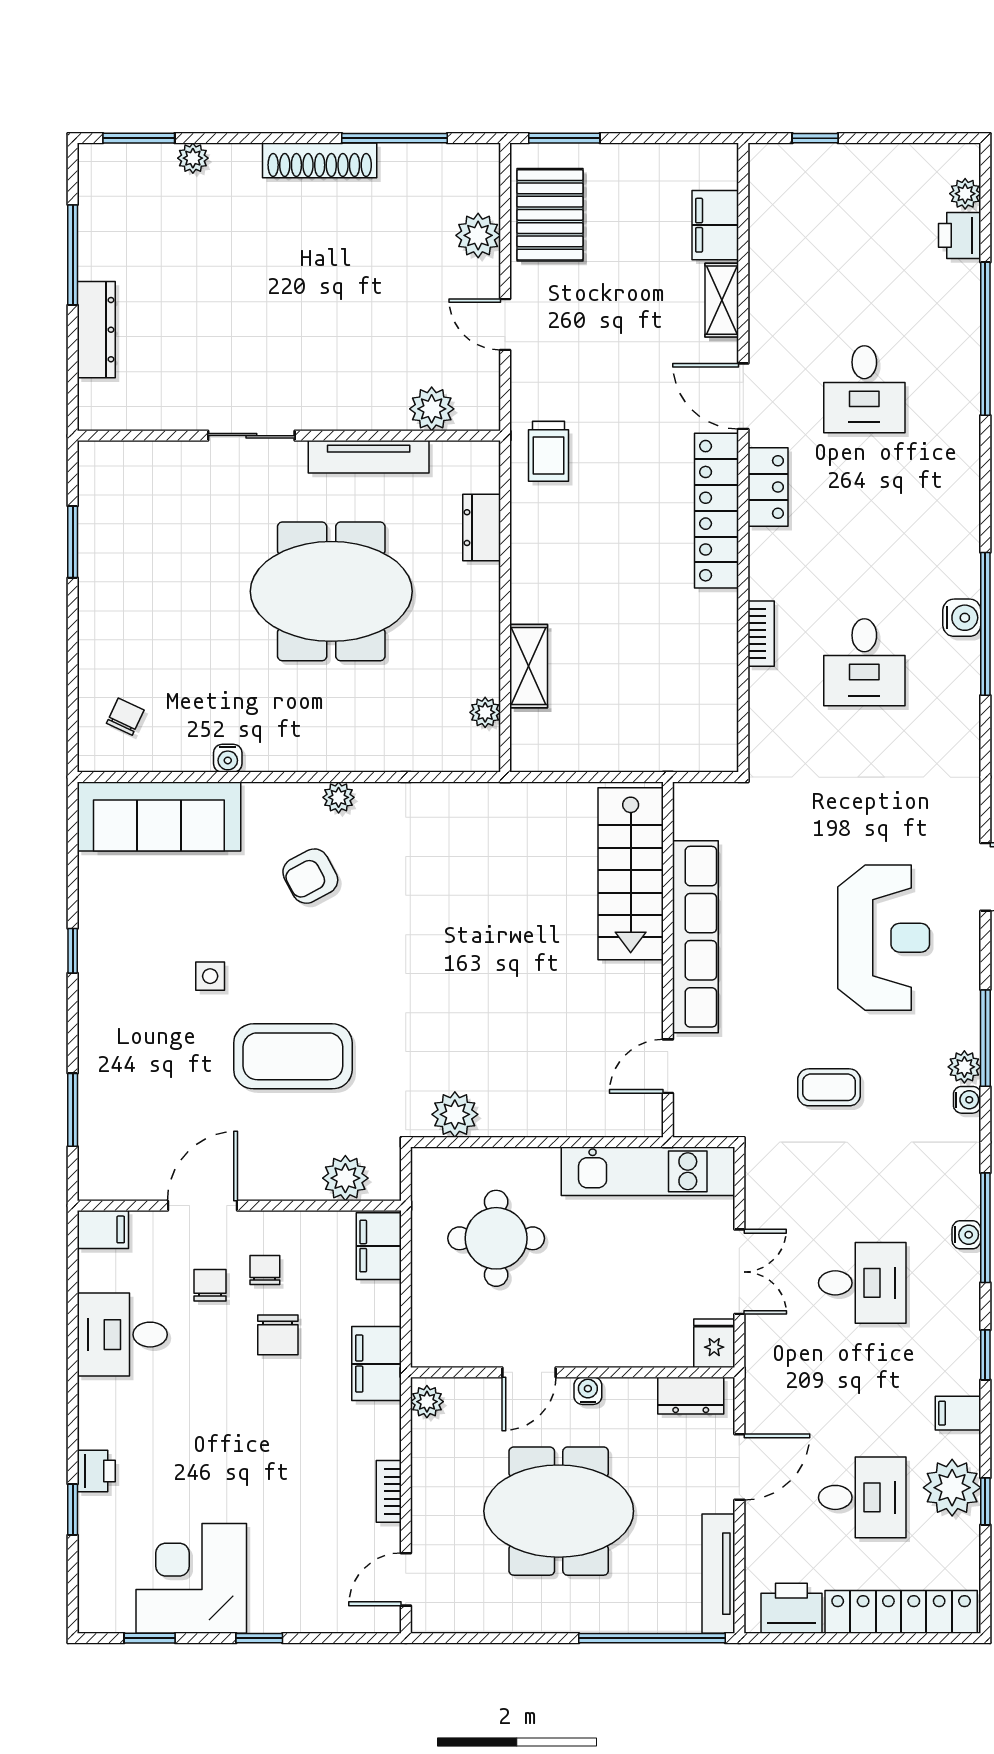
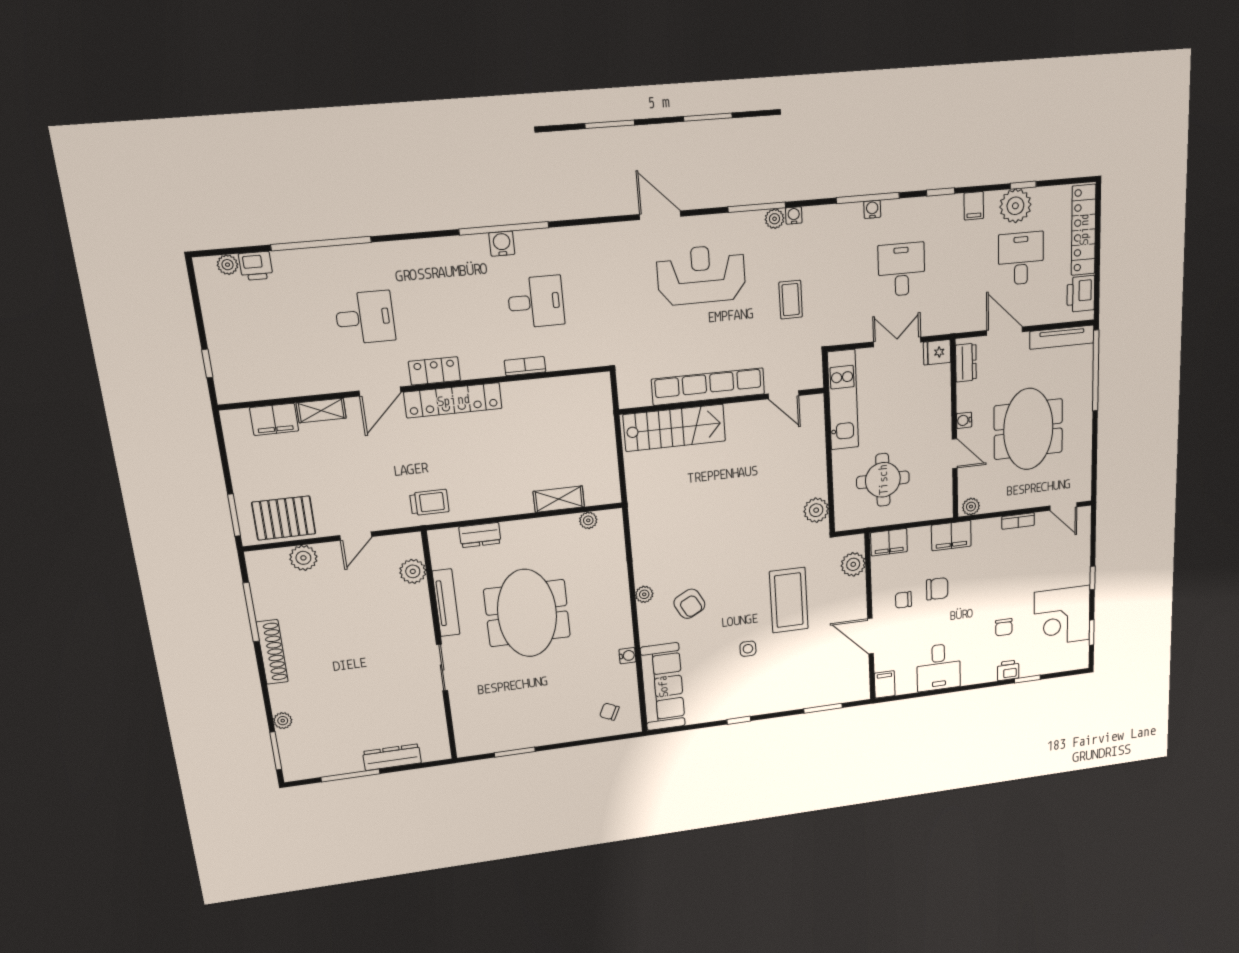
chair: (210, 1285) -> (1004, 627), moved, turned -90

